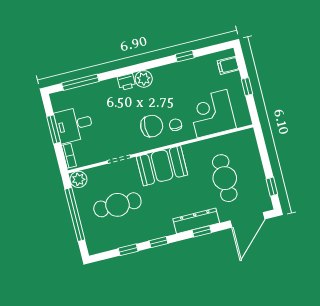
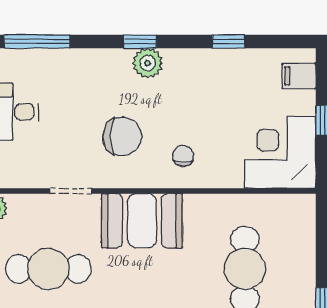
window: (136, 68) -> (140, 41), added
printer: (126, 82) -> (117, 61), removed
corner desk: (212, 114) -> (280, 152), moved
chair: (152, 126) -> (122, 136), moved

